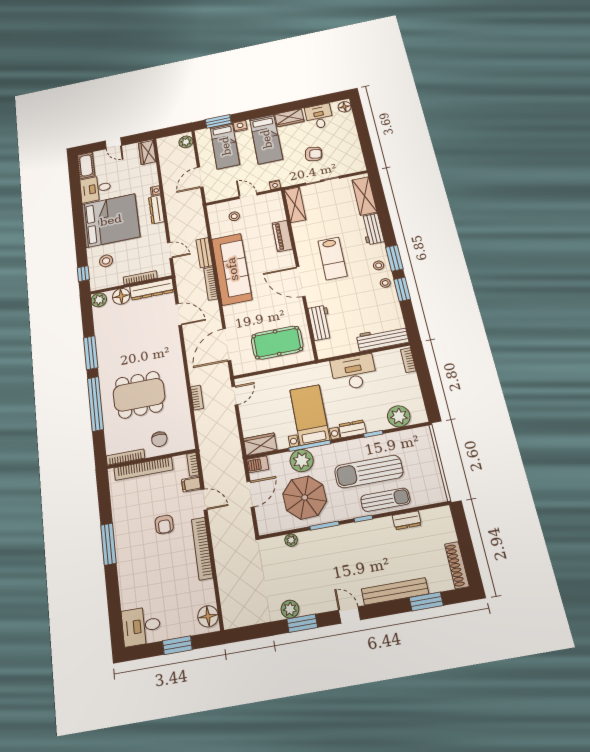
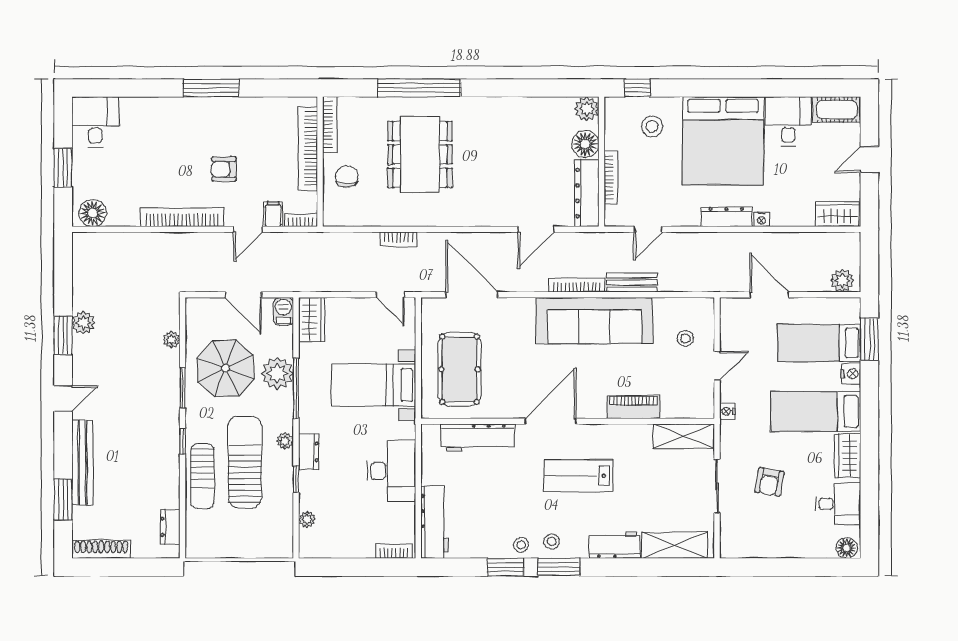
workbench: (320, 323) -> (478, 438), width x1.38
window: (91, 353) -> (501, 88), removed
bed with nightstands: (310, 415) -> (374, 385), moved, turned 180
plant: (399, 416) -> (307, 519), width x0.53, depth x0.53
chair: (159, 439) -> (347, 177), turned 90
plant: (348, 446) -> (285, 441), added
dresser: (407, 520) -> (170, 527), moved

